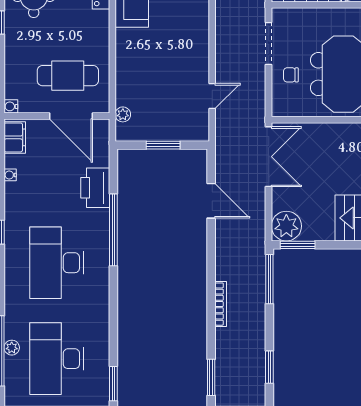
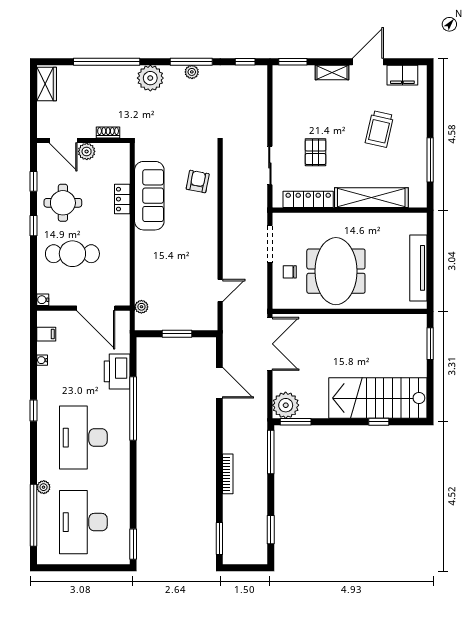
cafe table: (68, 76) -> (72, 254), moved
filing cabinet: (15, 137) -> (46, 334), width x0.50
plant: (12, 348) -> (44, 487), moved

